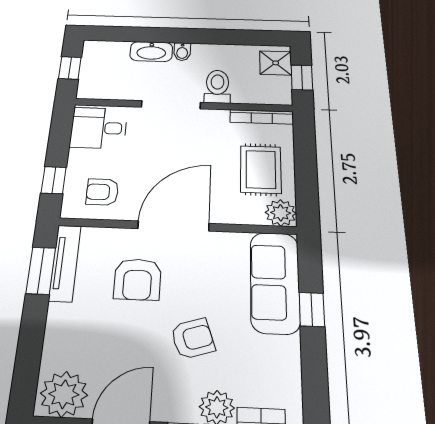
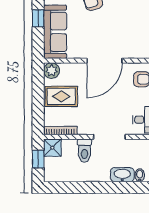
bidet: (182, 52) -> (140, 175), moved
shower: (276, 63) -> (52, 148), moved
rug: (261, 169) -> (61, 96), turned 90
armchair: (137, 279) -> (120, 30), removed

